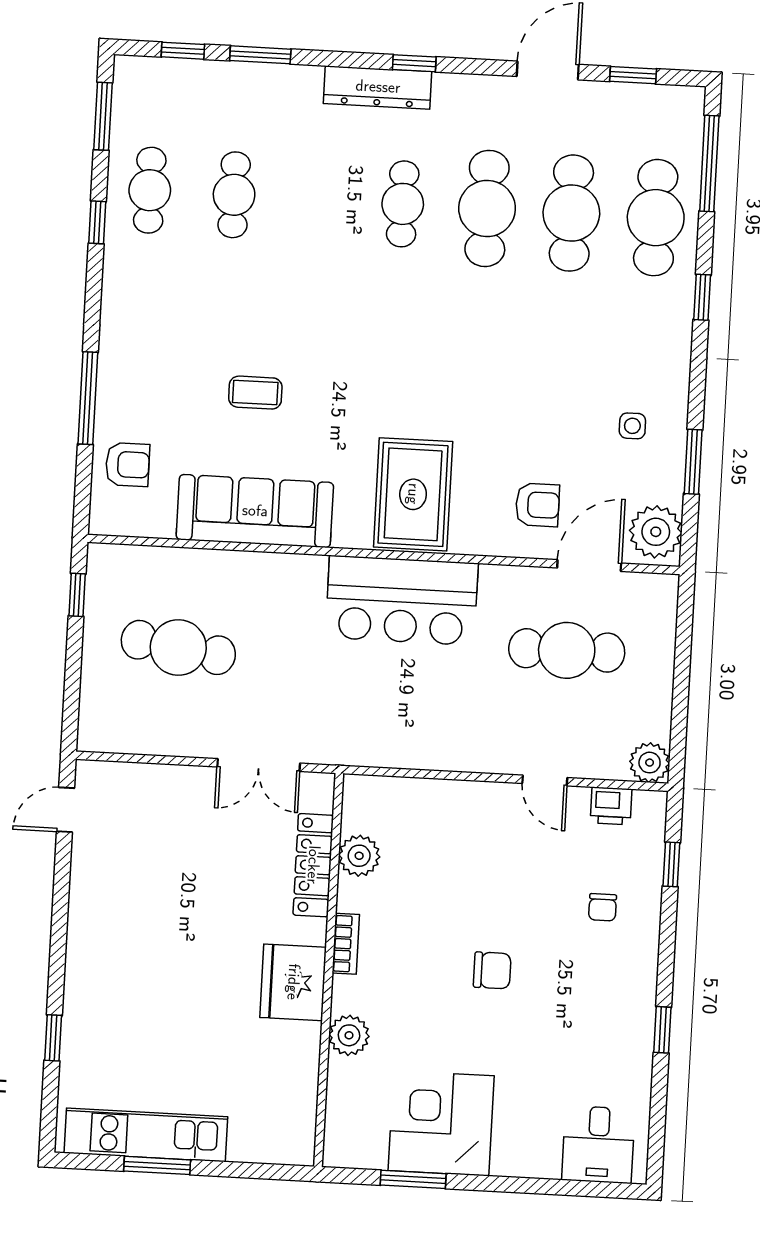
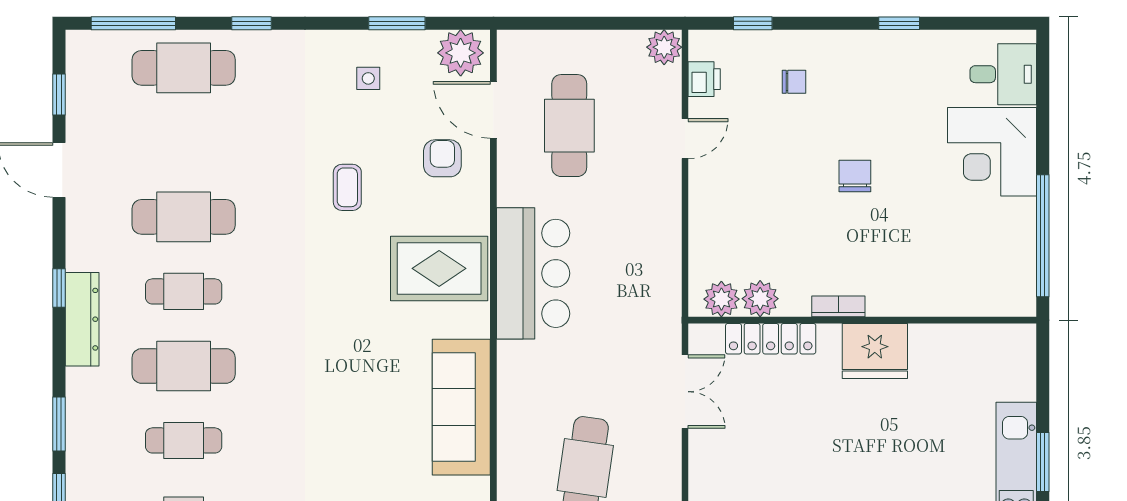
cafe table: (571, 213) -> (184, 366), moved
coffee table: (255, 393) -> (347, 187), moved
plant: (349, 1035) -> (721, 299), moved
corner desk: (441, 1123) -> (992, 152), moved
window: (413, 1179) -> (1043, 236), width x2.11

